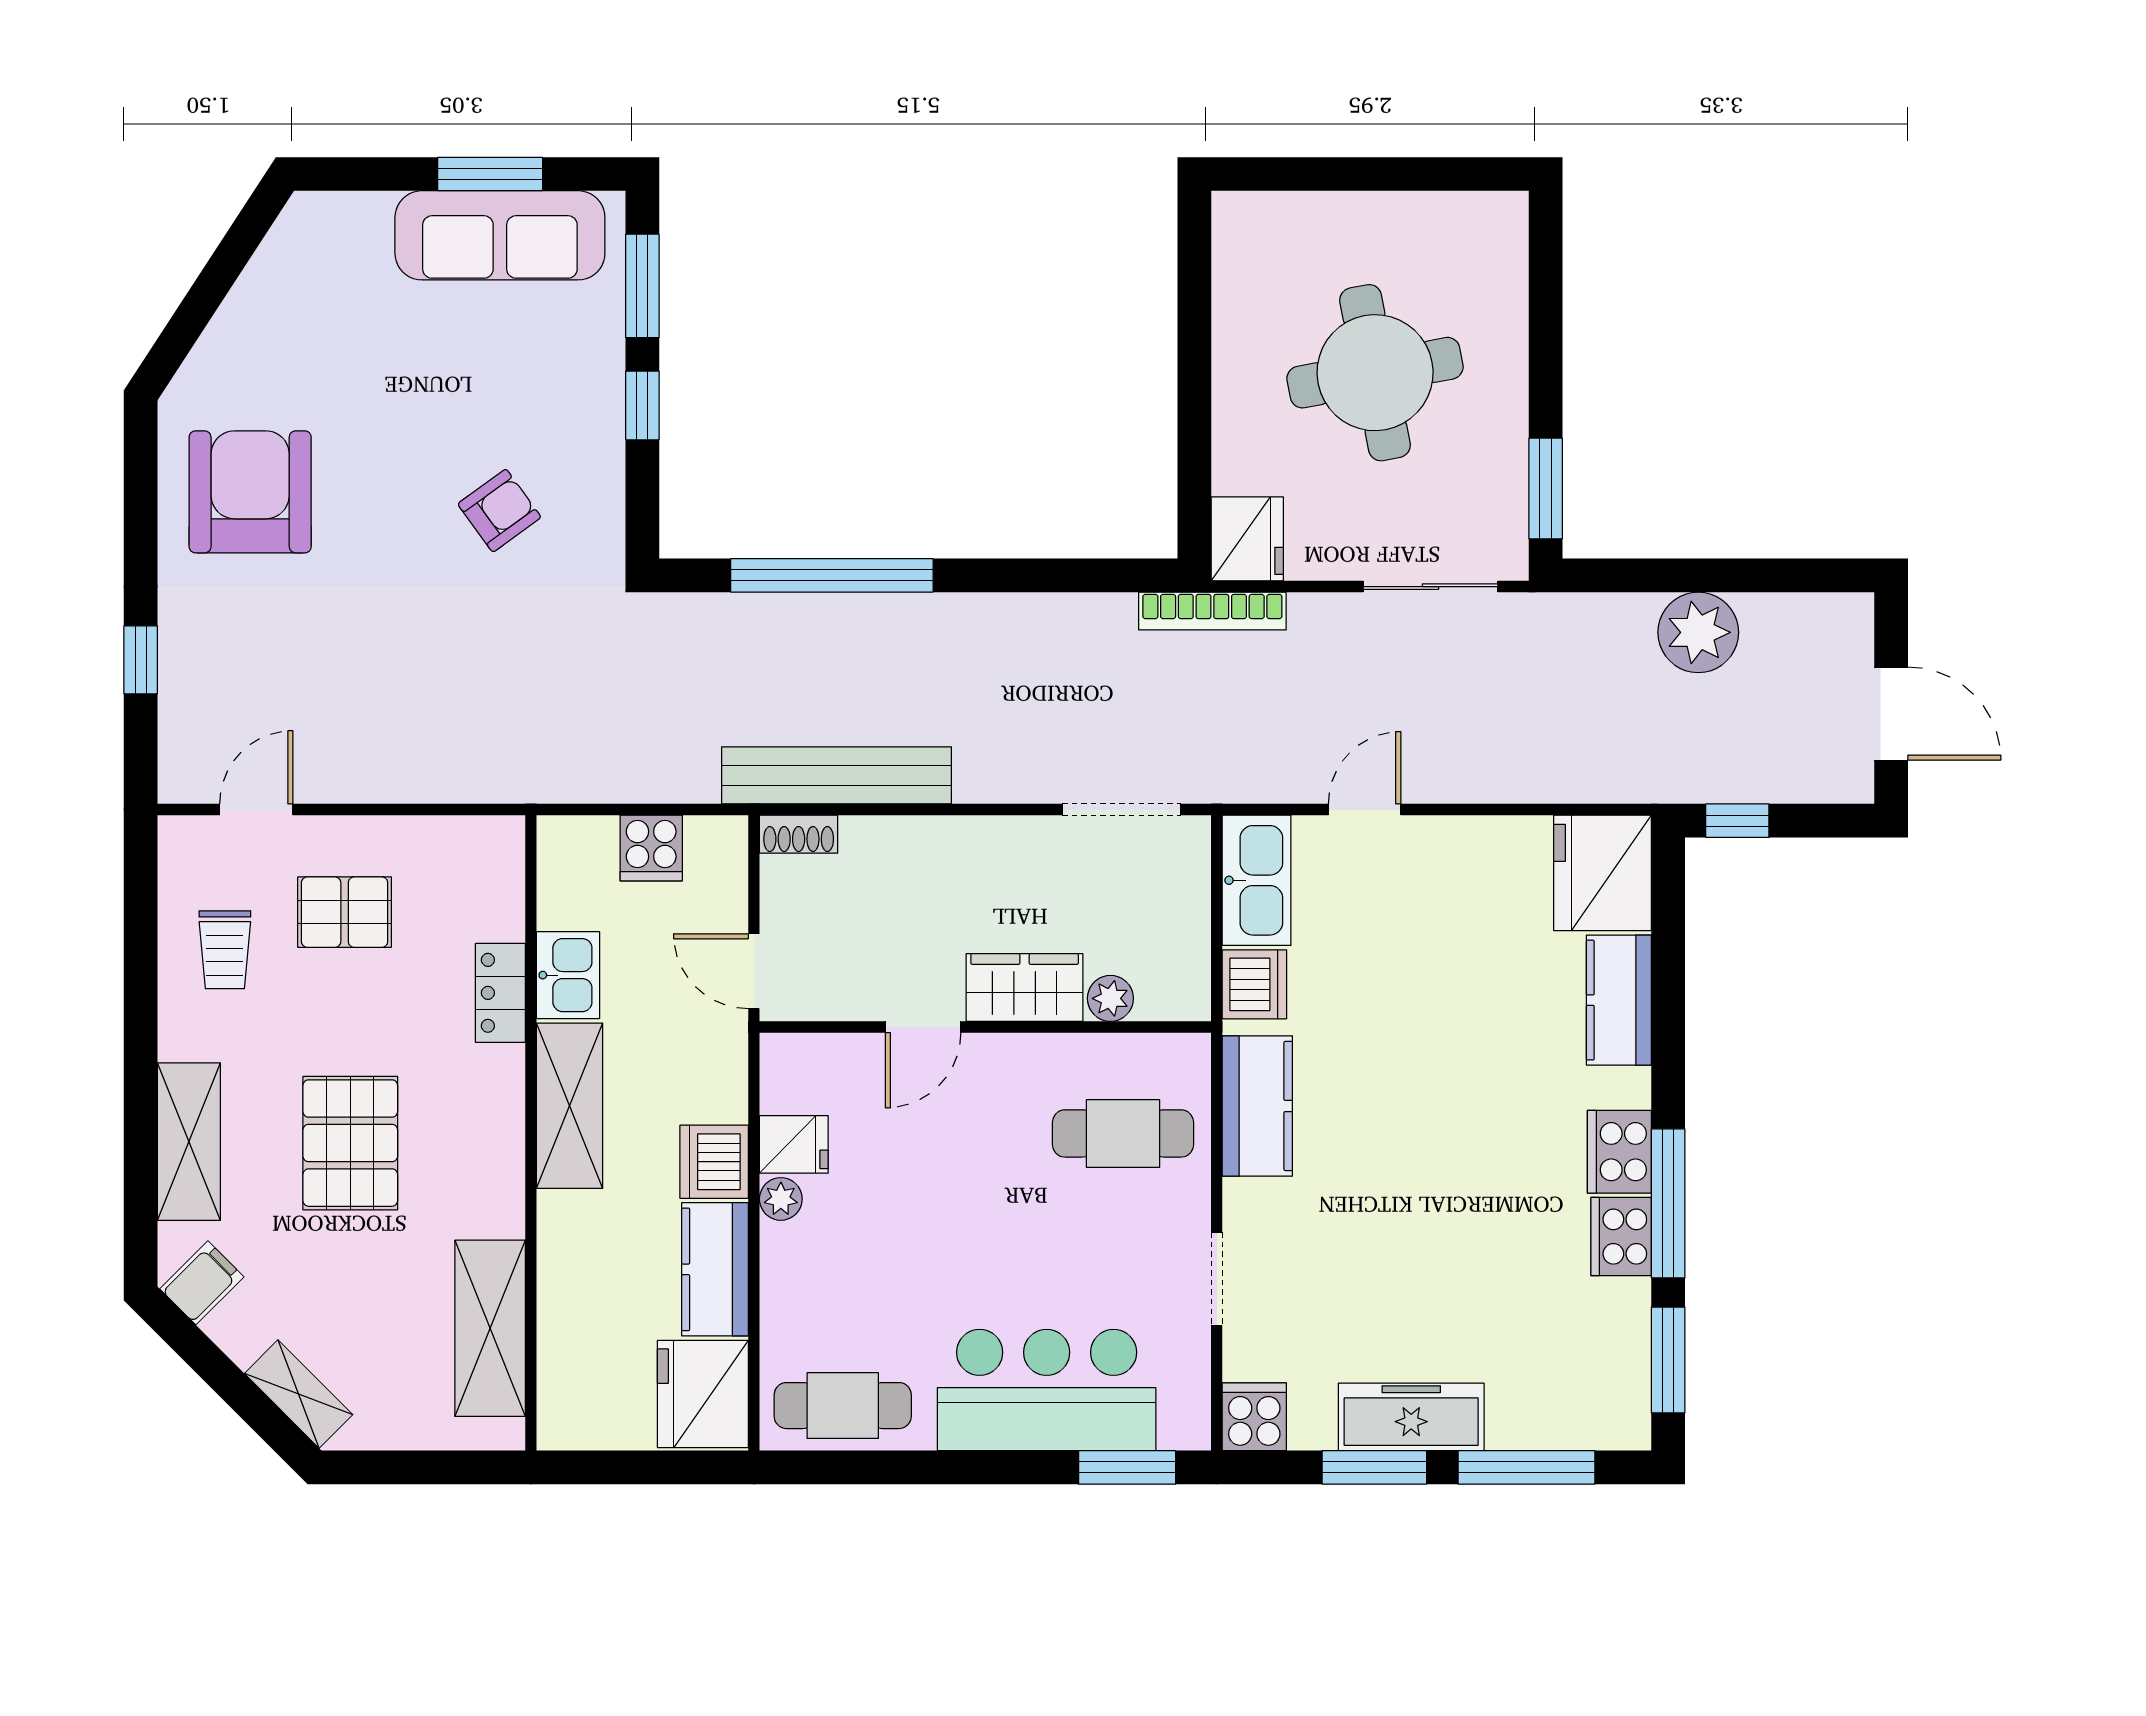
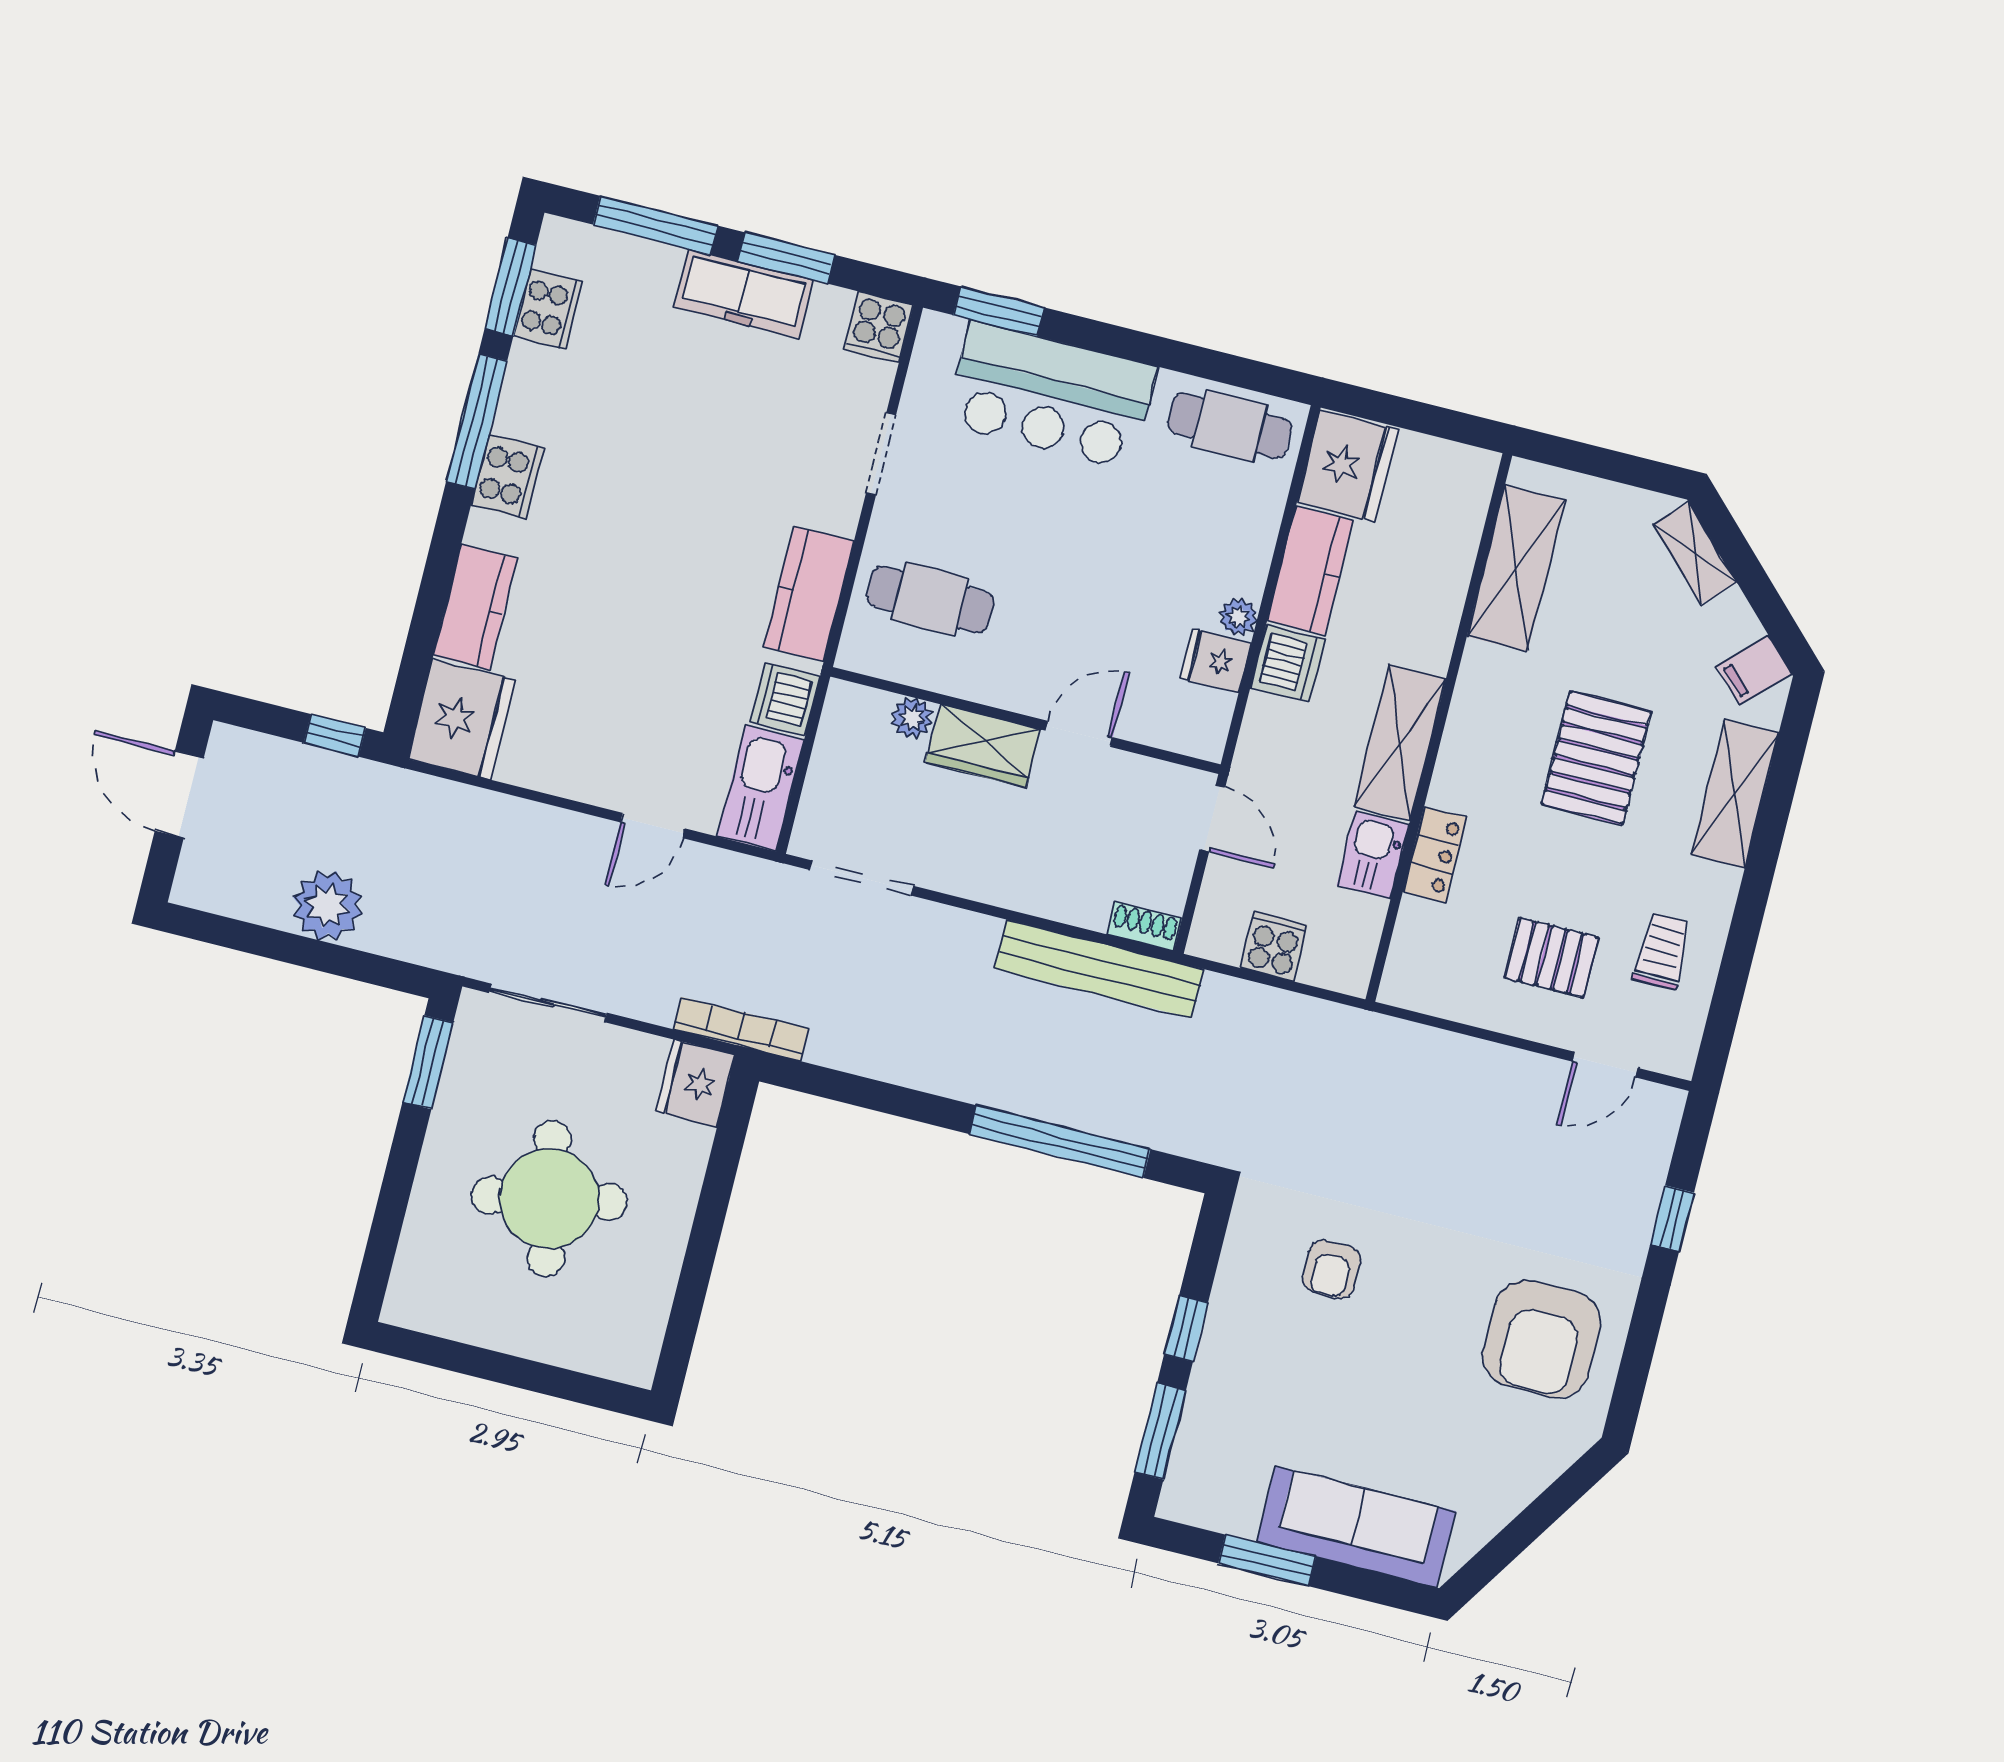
sofa: (500, 235) -> (1356, 1527), moved
armchair: (499, 511) -> (1332, 1269), turned -54
cooker: (1621, 1237) -> (548, 309), moved

